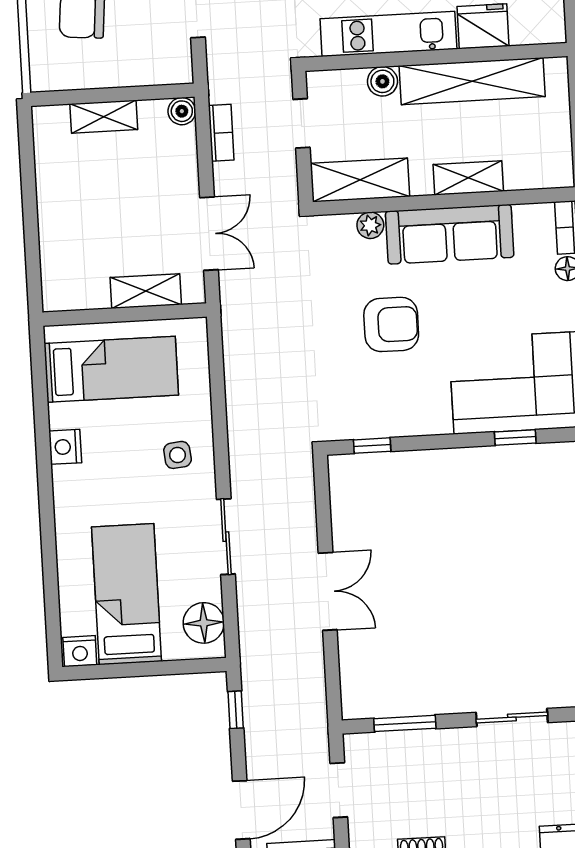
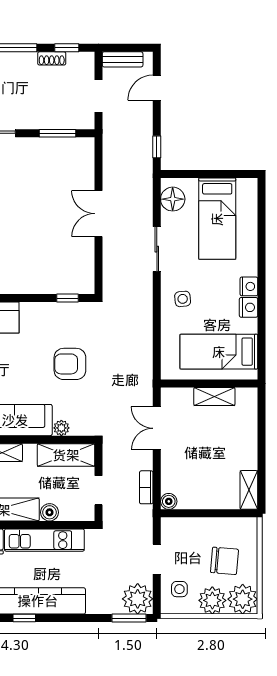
shelving: (104, 117) -> (249, 490), moved, turned 90
shelving: (146, 291) -> (214, 396), moved
armchair: (391, 324) -> (70, 364), moved
nightstand: (80, 651) -> (249, 286), moved, turned 90
door: (241, 810) -> (157, 88), width x0.73

